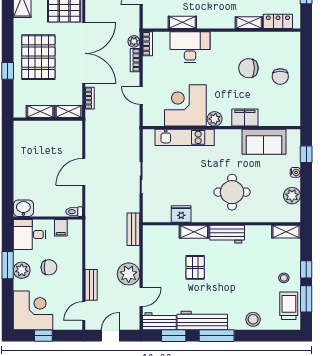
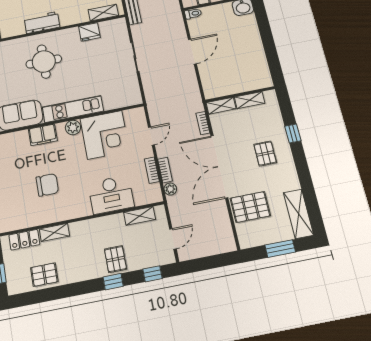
shelving: (182, 22) -> (139, 216), moved
bookcase: (147, 44) -> (152, 170), moved
pallet: (38, 57) -> (265, 154), width x0.49, depth x0.50
chair: (280, 76) -> (13, 183), removed
door: (141, 95) -> (151, 136), hinge flipped
kitchen unit: (185, 137) -> (73, 109), moved
shelving: (194, 232) -> (103, 13), moved

